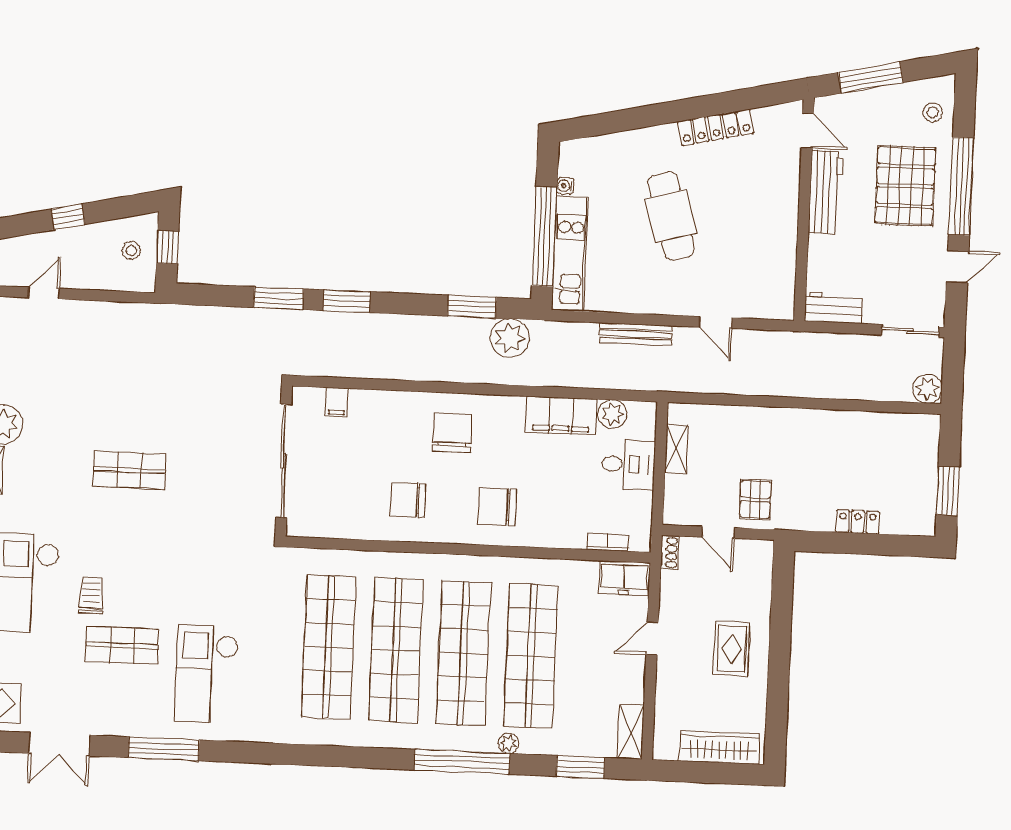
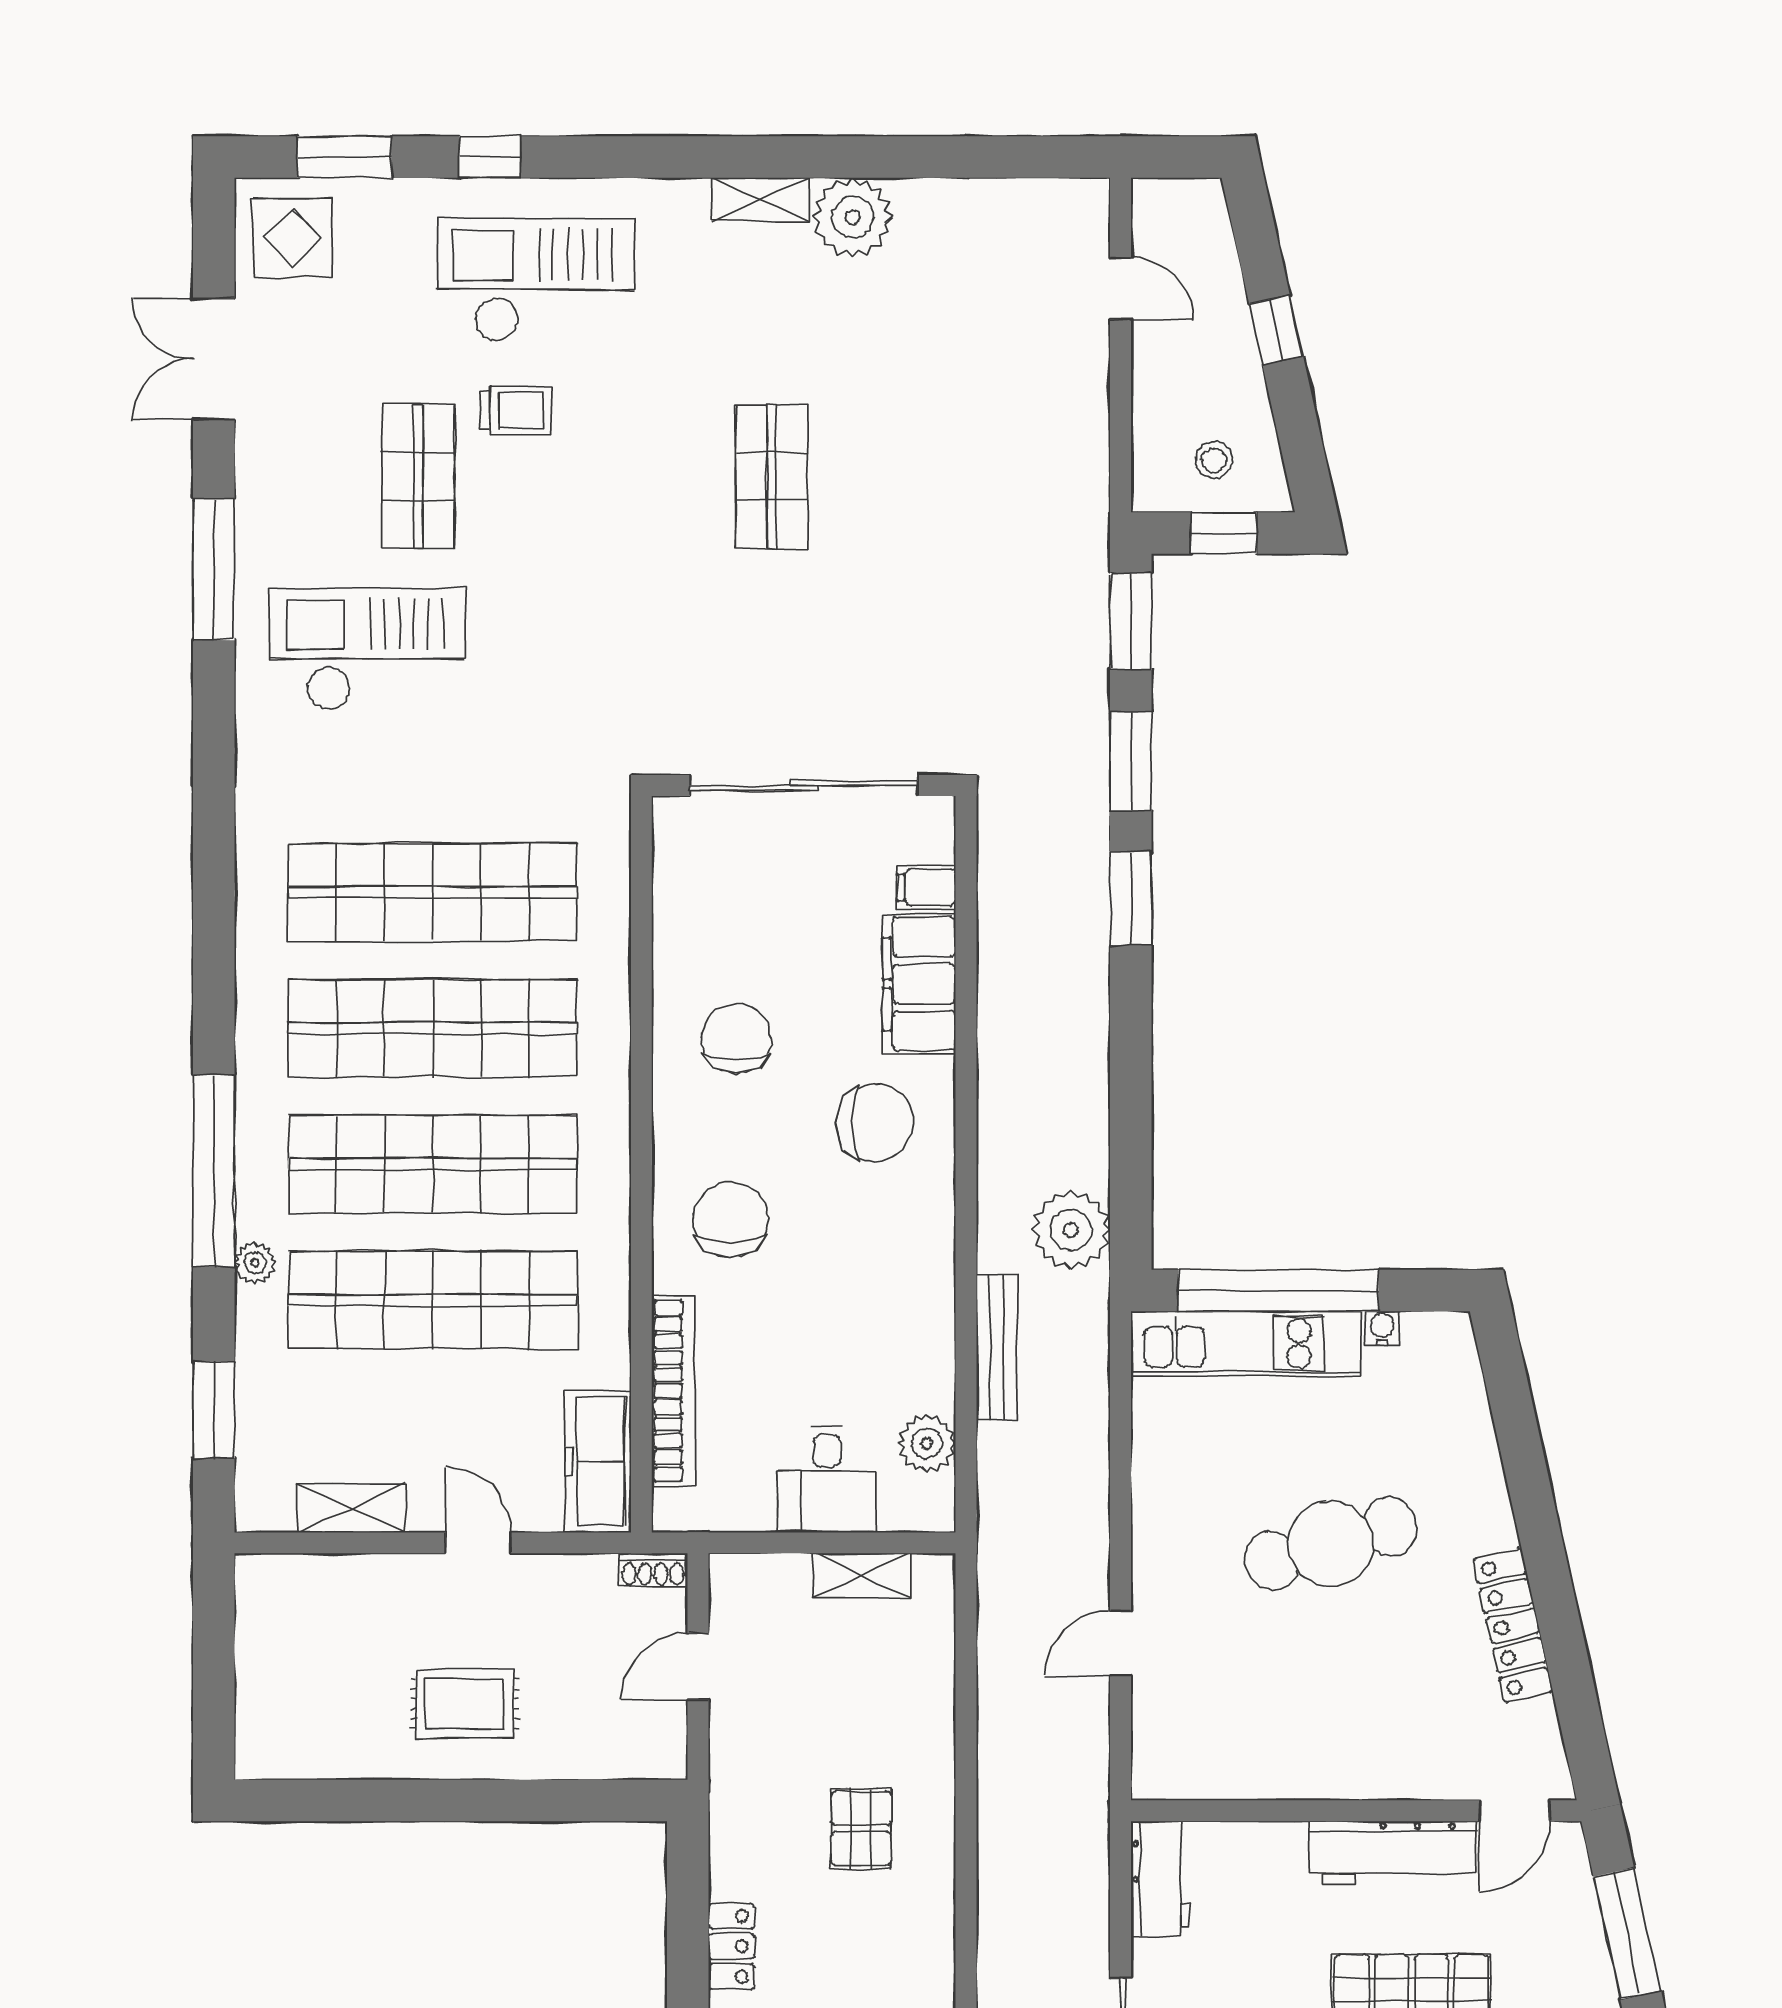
window: (472, 307) -> (1131, 621), moved
bench: (636, 334) -> (997, 1347), moved
filing cabinet: (561, 416) -> (919, 984), moved
pallet: (755, 499) -> (861, 1829), moved, turned 90
bookcase: (608, 542) -> (673, 1391), width x2.31, depth x1.31
freezer: (624, 578) -> (598, 1461), width x1.40
shelving: (631, 732) -> (351, 1508), moved
wardrobe: (720, 747) -> (265, 1688), removed

